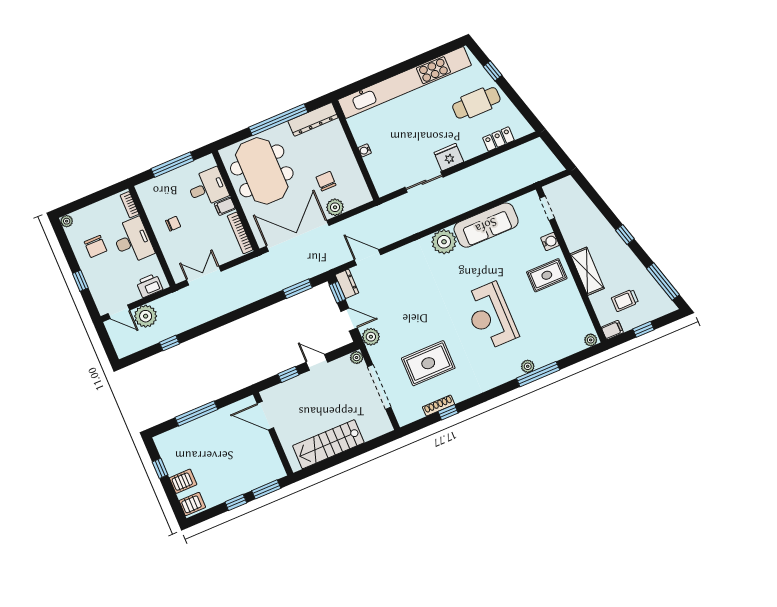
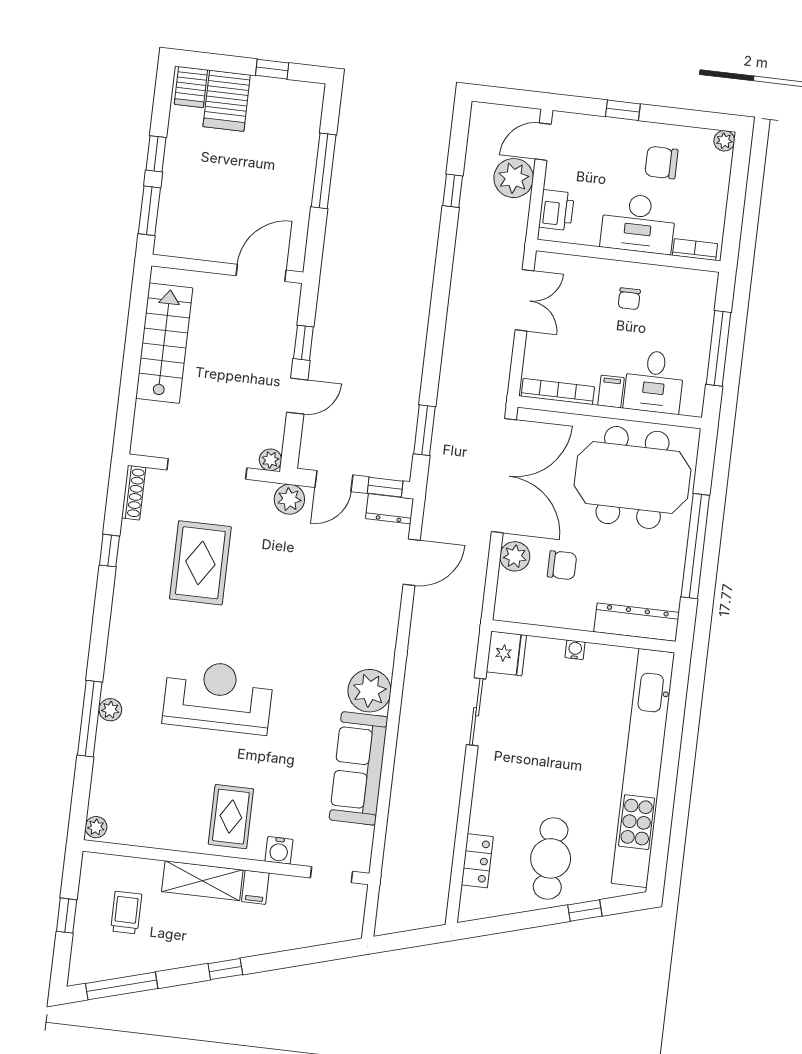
dresser: (313, 119) -> (637, 622), moved, turned 90
fridge: (449, 157) -> (506, 653), moved
filing cabinet: (612, 330) -> (255, 887), moved
shoe rack: (439, 406) -> (134, 493), moved
server rack: (183, 481) -> (227, 101), width x1.36, depth x1.44

